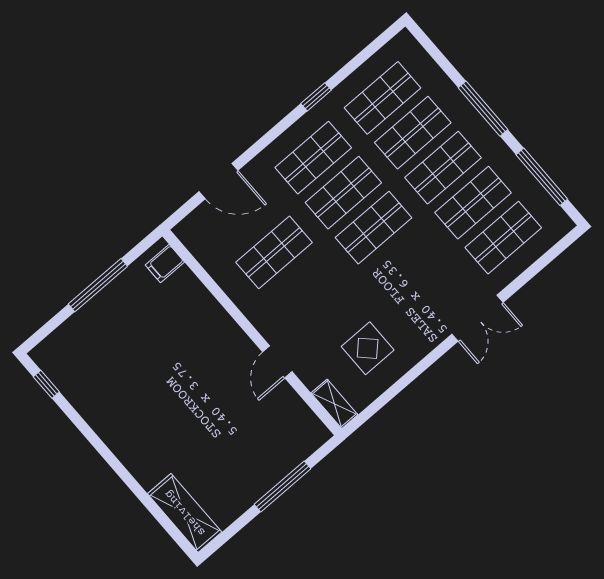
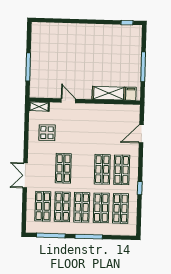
shop shelf: (374, 228) -> (63, 168), moved
shop shelf: (274, 252) -> (103, 131), removed
shelving: (185, 513) -> (109, 93), moved

